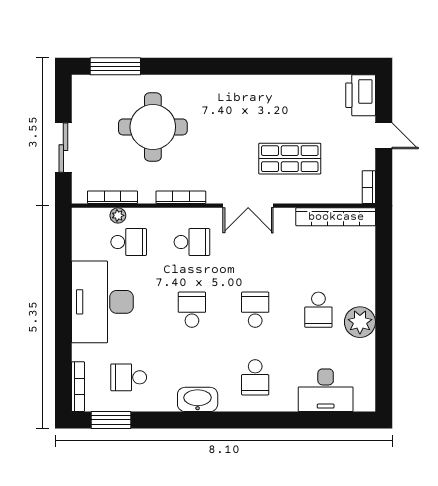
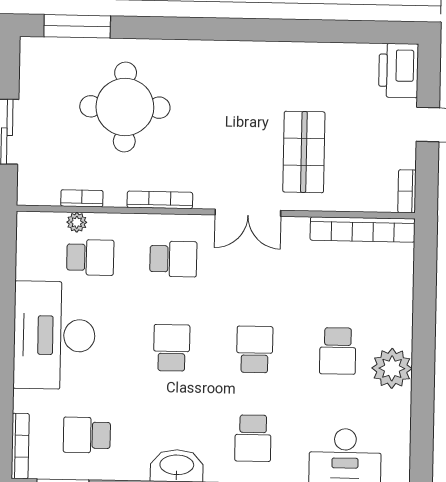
shop shelf: (290, 159) -> (304, 152), turned 90
bookcase: (112, 197) -> (82, 198), width x0.64

